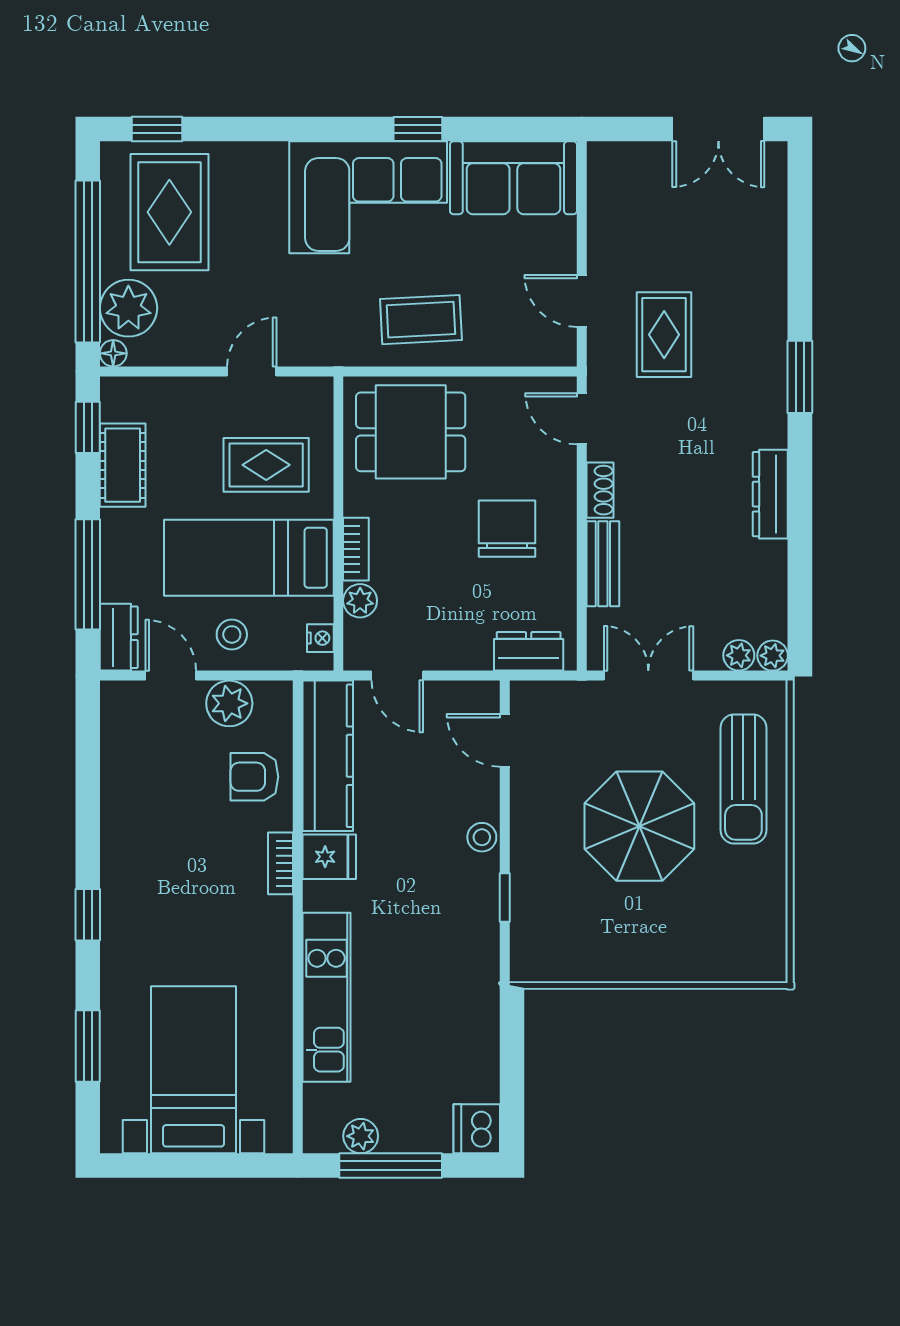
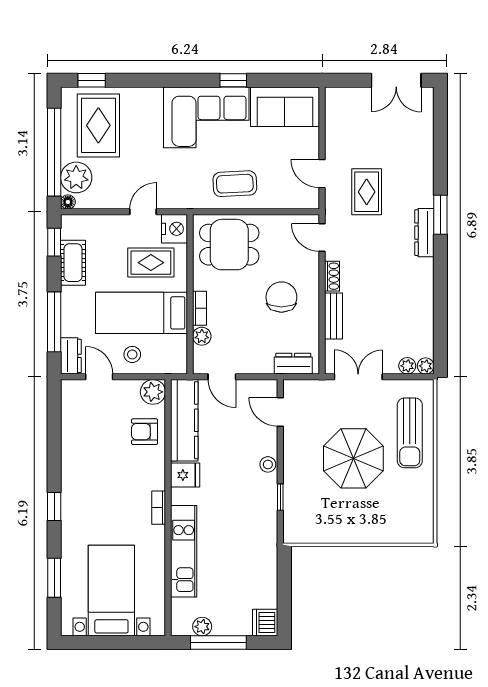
dresser: (770, 494) -> (424, 233), moved
nightstand: (320, 638) -> (175, 229), moved, width x1.89, depth x1.79
plant: (229, 703) -> (153, 392), moved
bookcase: (281, 863) -> (159, 508), moved

